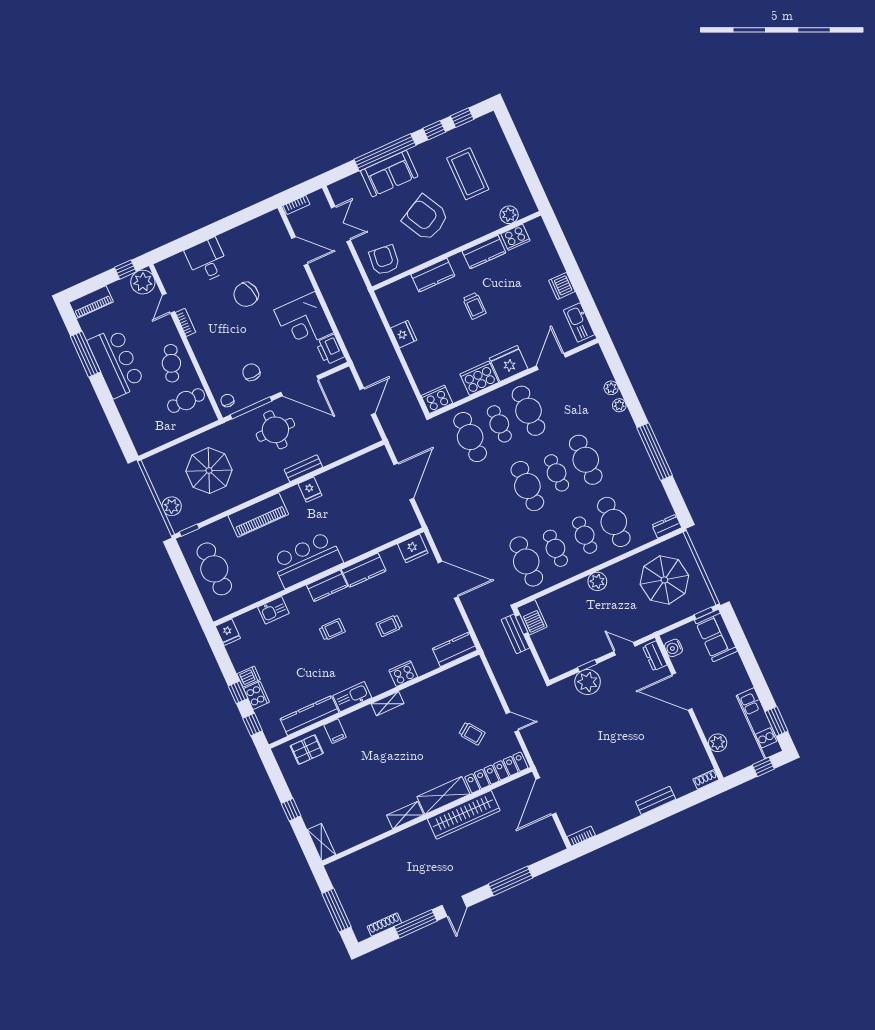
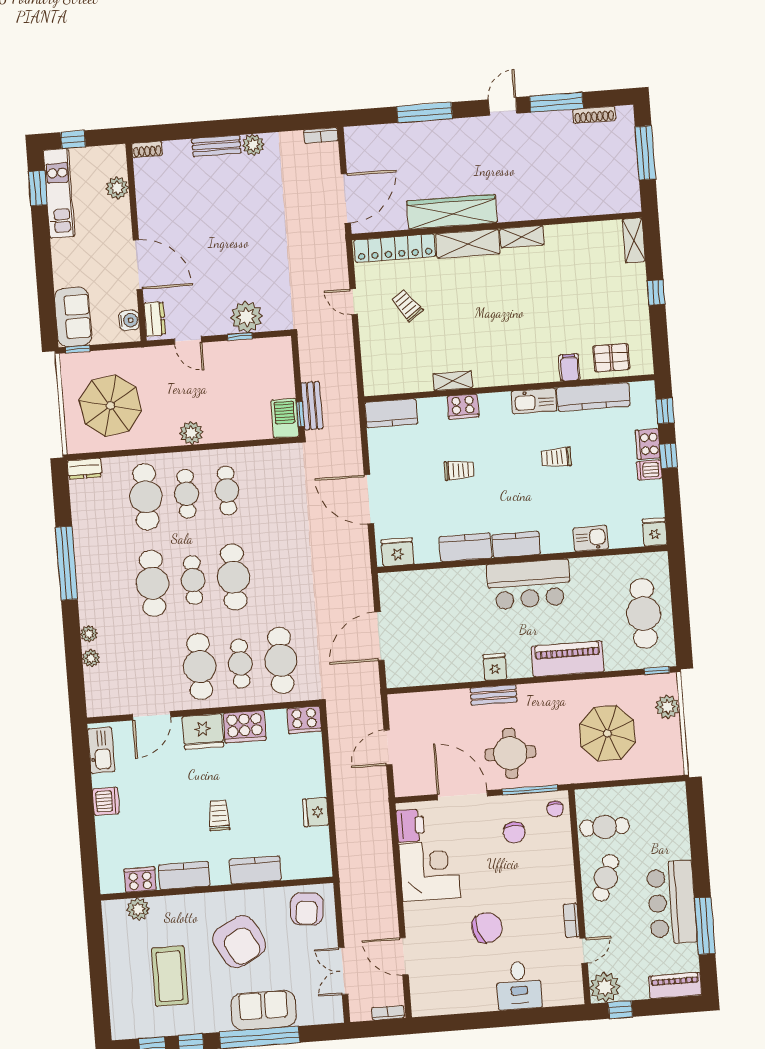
cafe table: (526, 561) -> (268, 487), removed
trolley: (332, 630) -> (556, 457), moved
shelving: (387, 704) -> (453, 381), moved
plant: (629, 811) -> (253, 145), added

